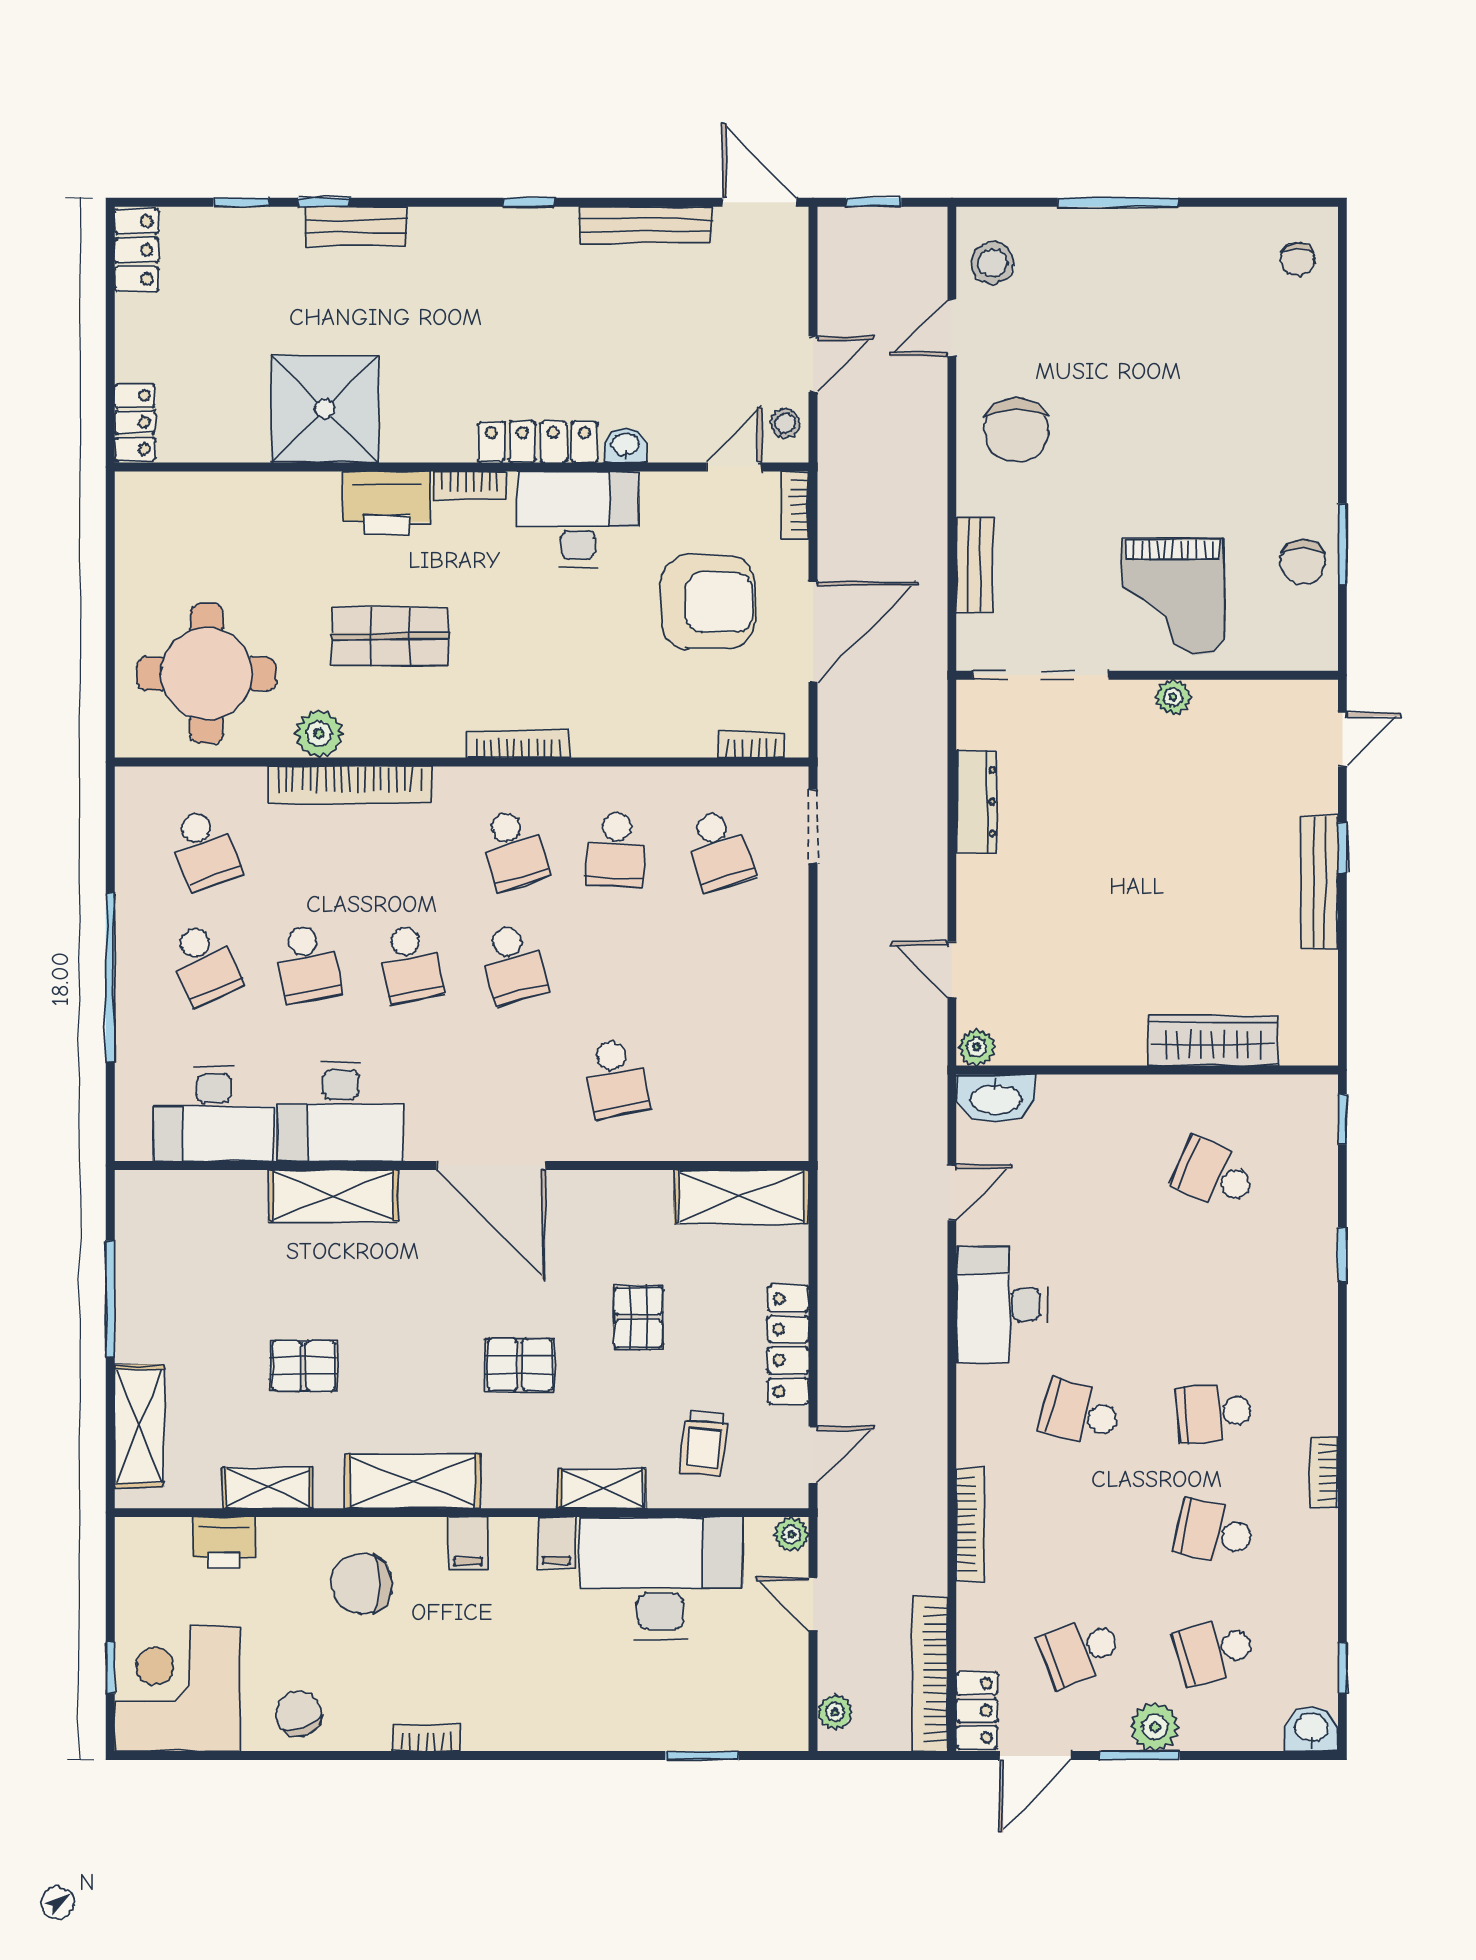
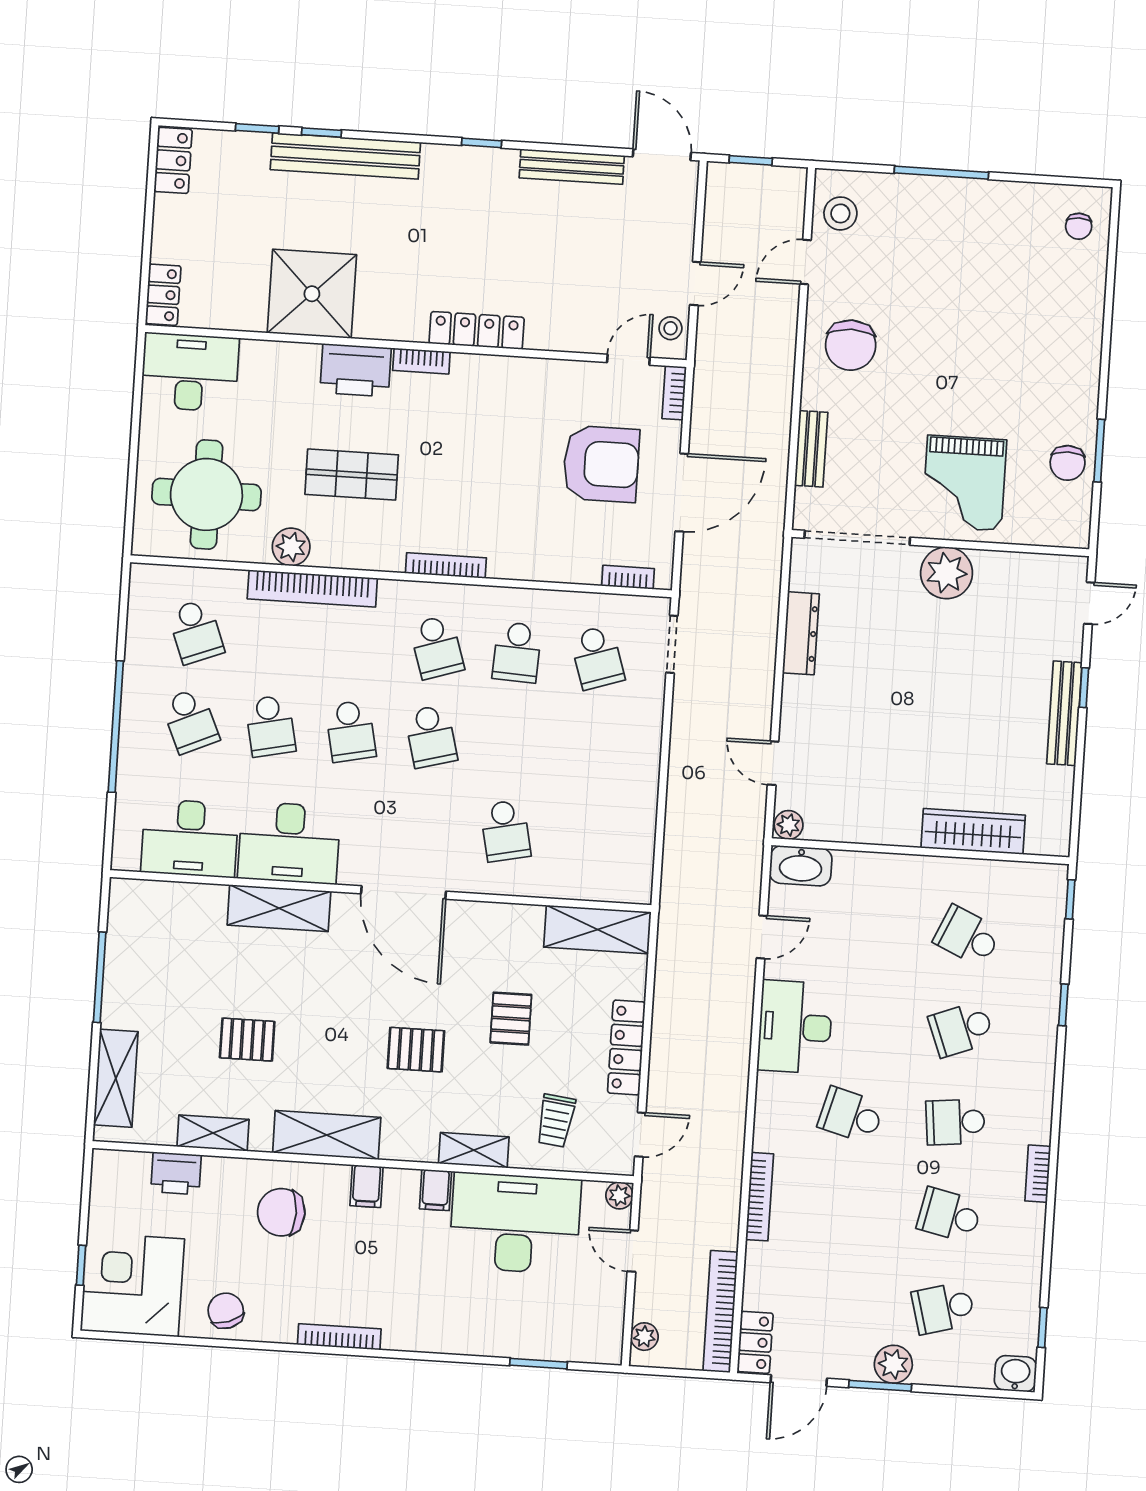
bench: (356, 226) -> (345, 156), width x1.86, depth x1.21
washbasin: (625, 445) -> (545, 337), removed
desk: (578, 519) -> (190, 372), moved
plant: (1173, 697) -> (947, 573), width x1.88, depth x1.88
school desk: (1080, 1651) -> (961, 1029), moved
bookcase: (427, 1738) -> (339, 1337), width x1.56

